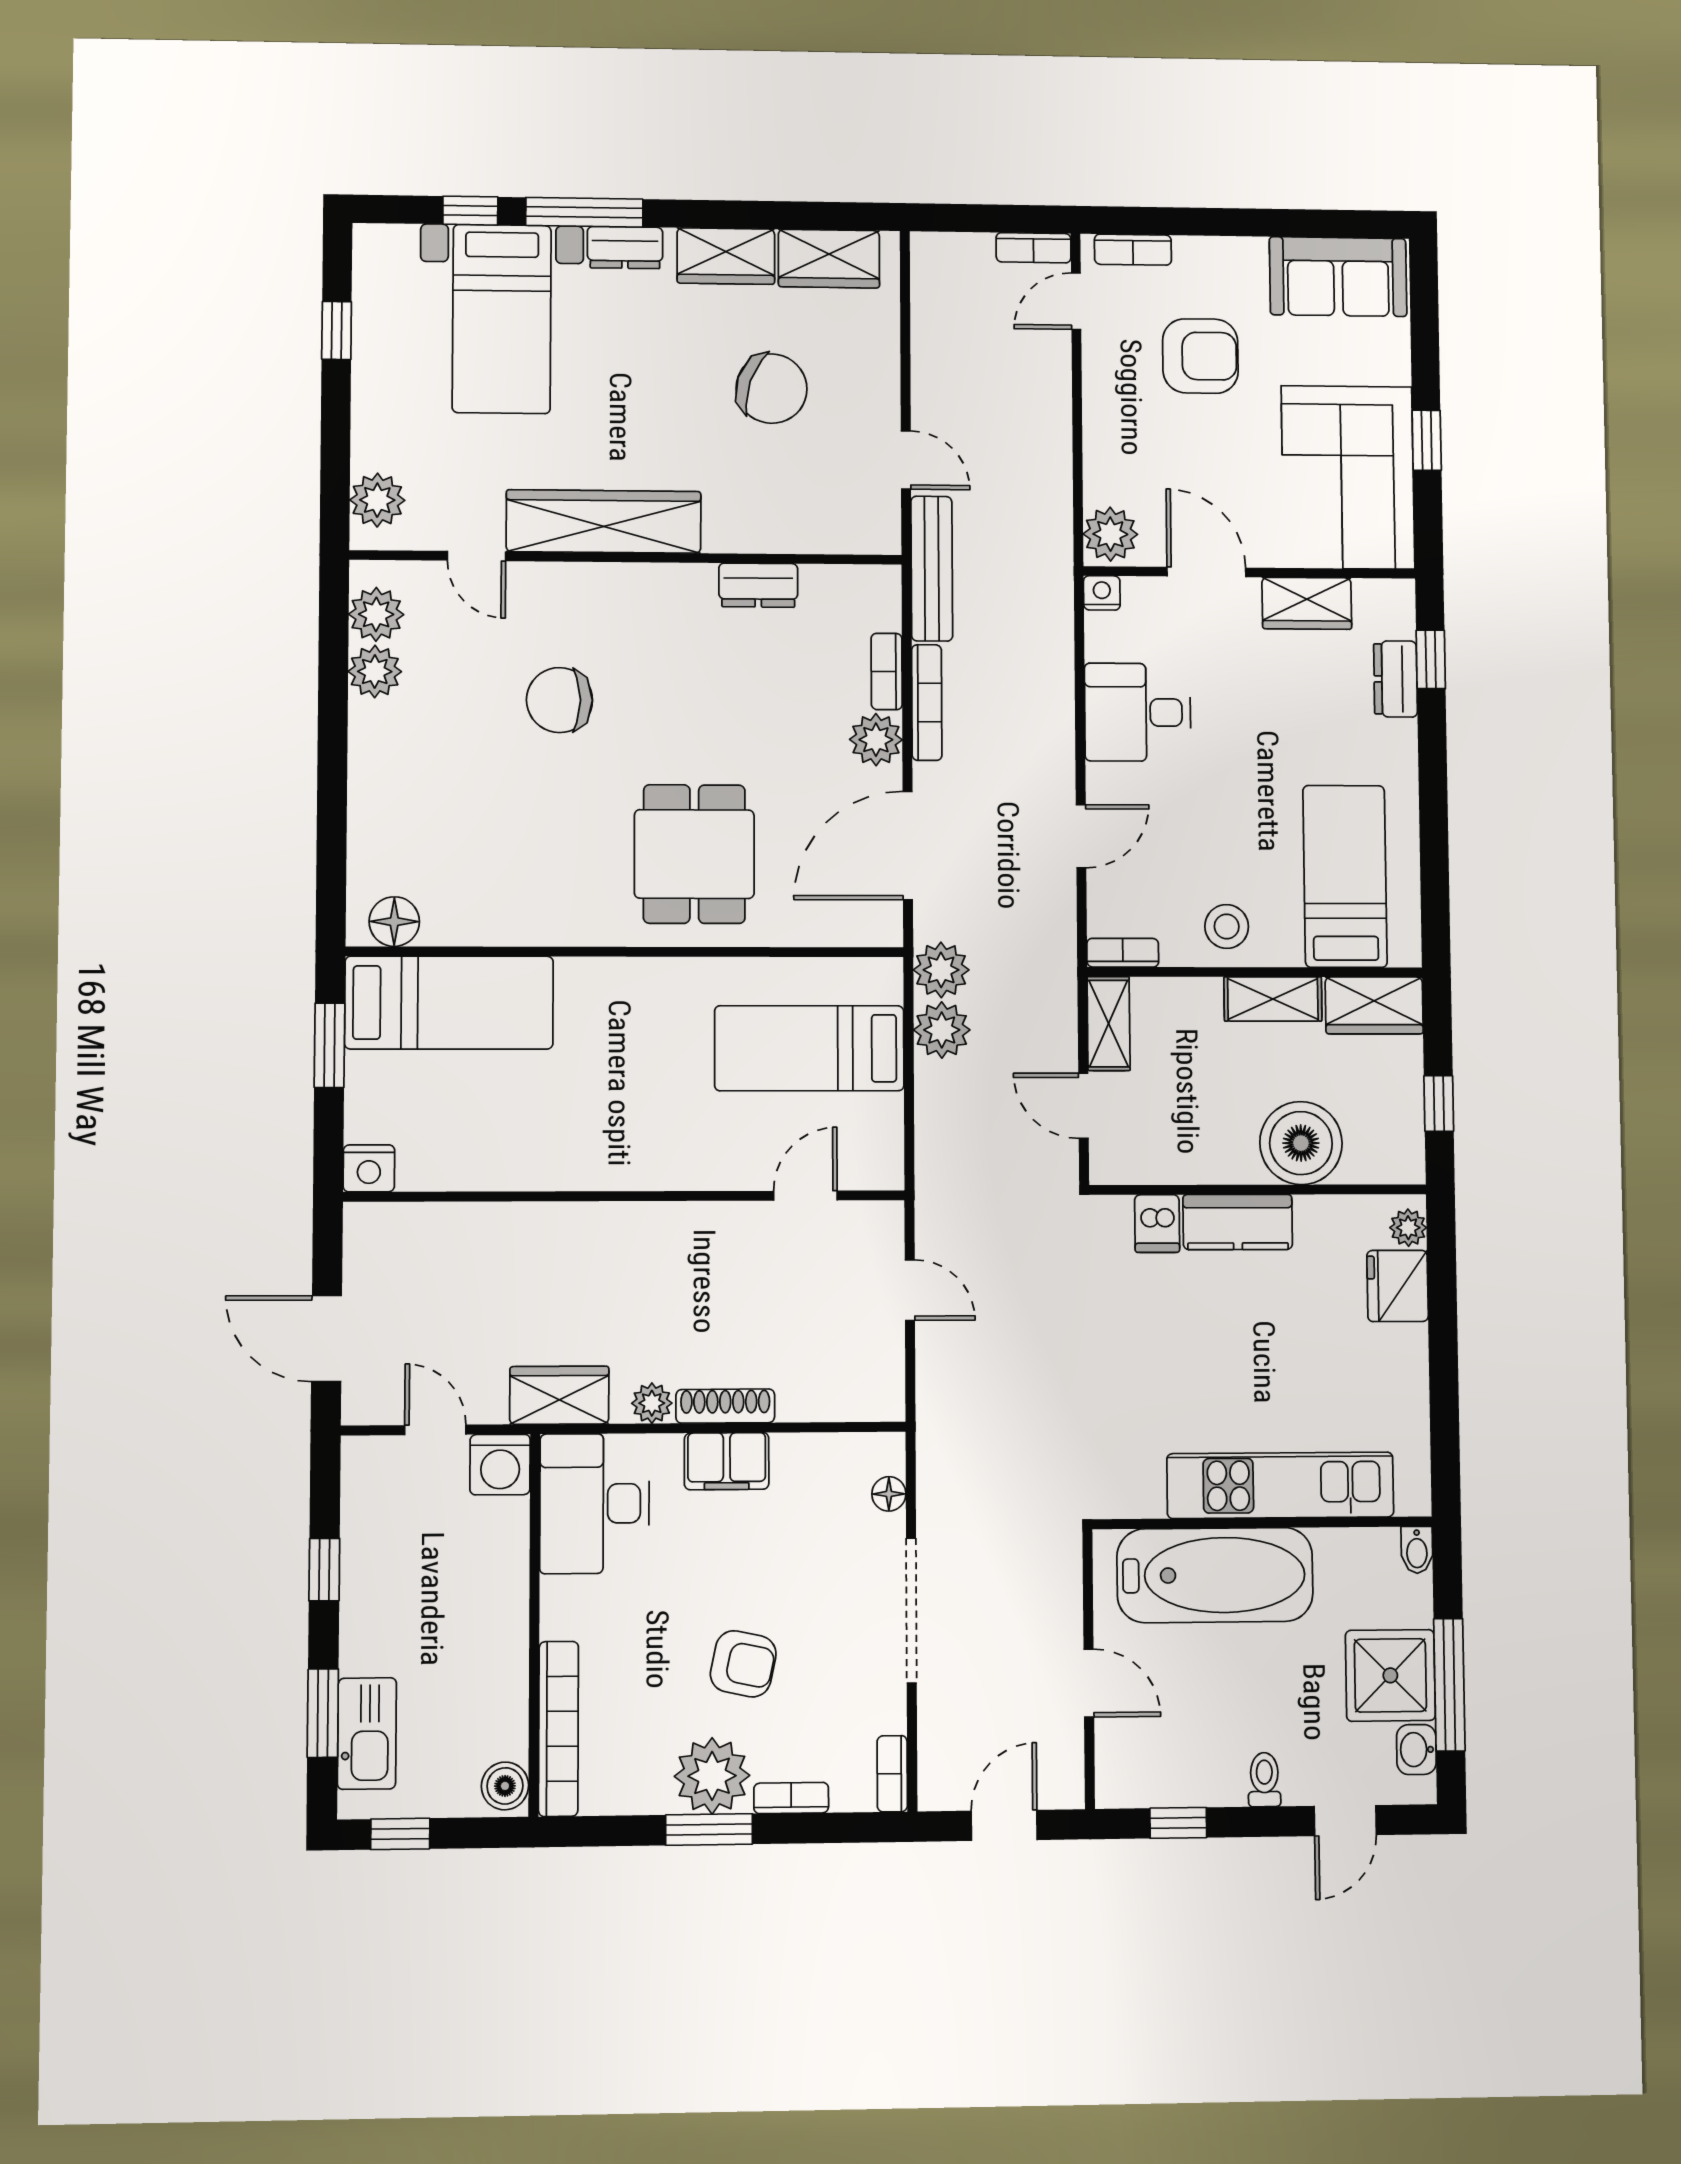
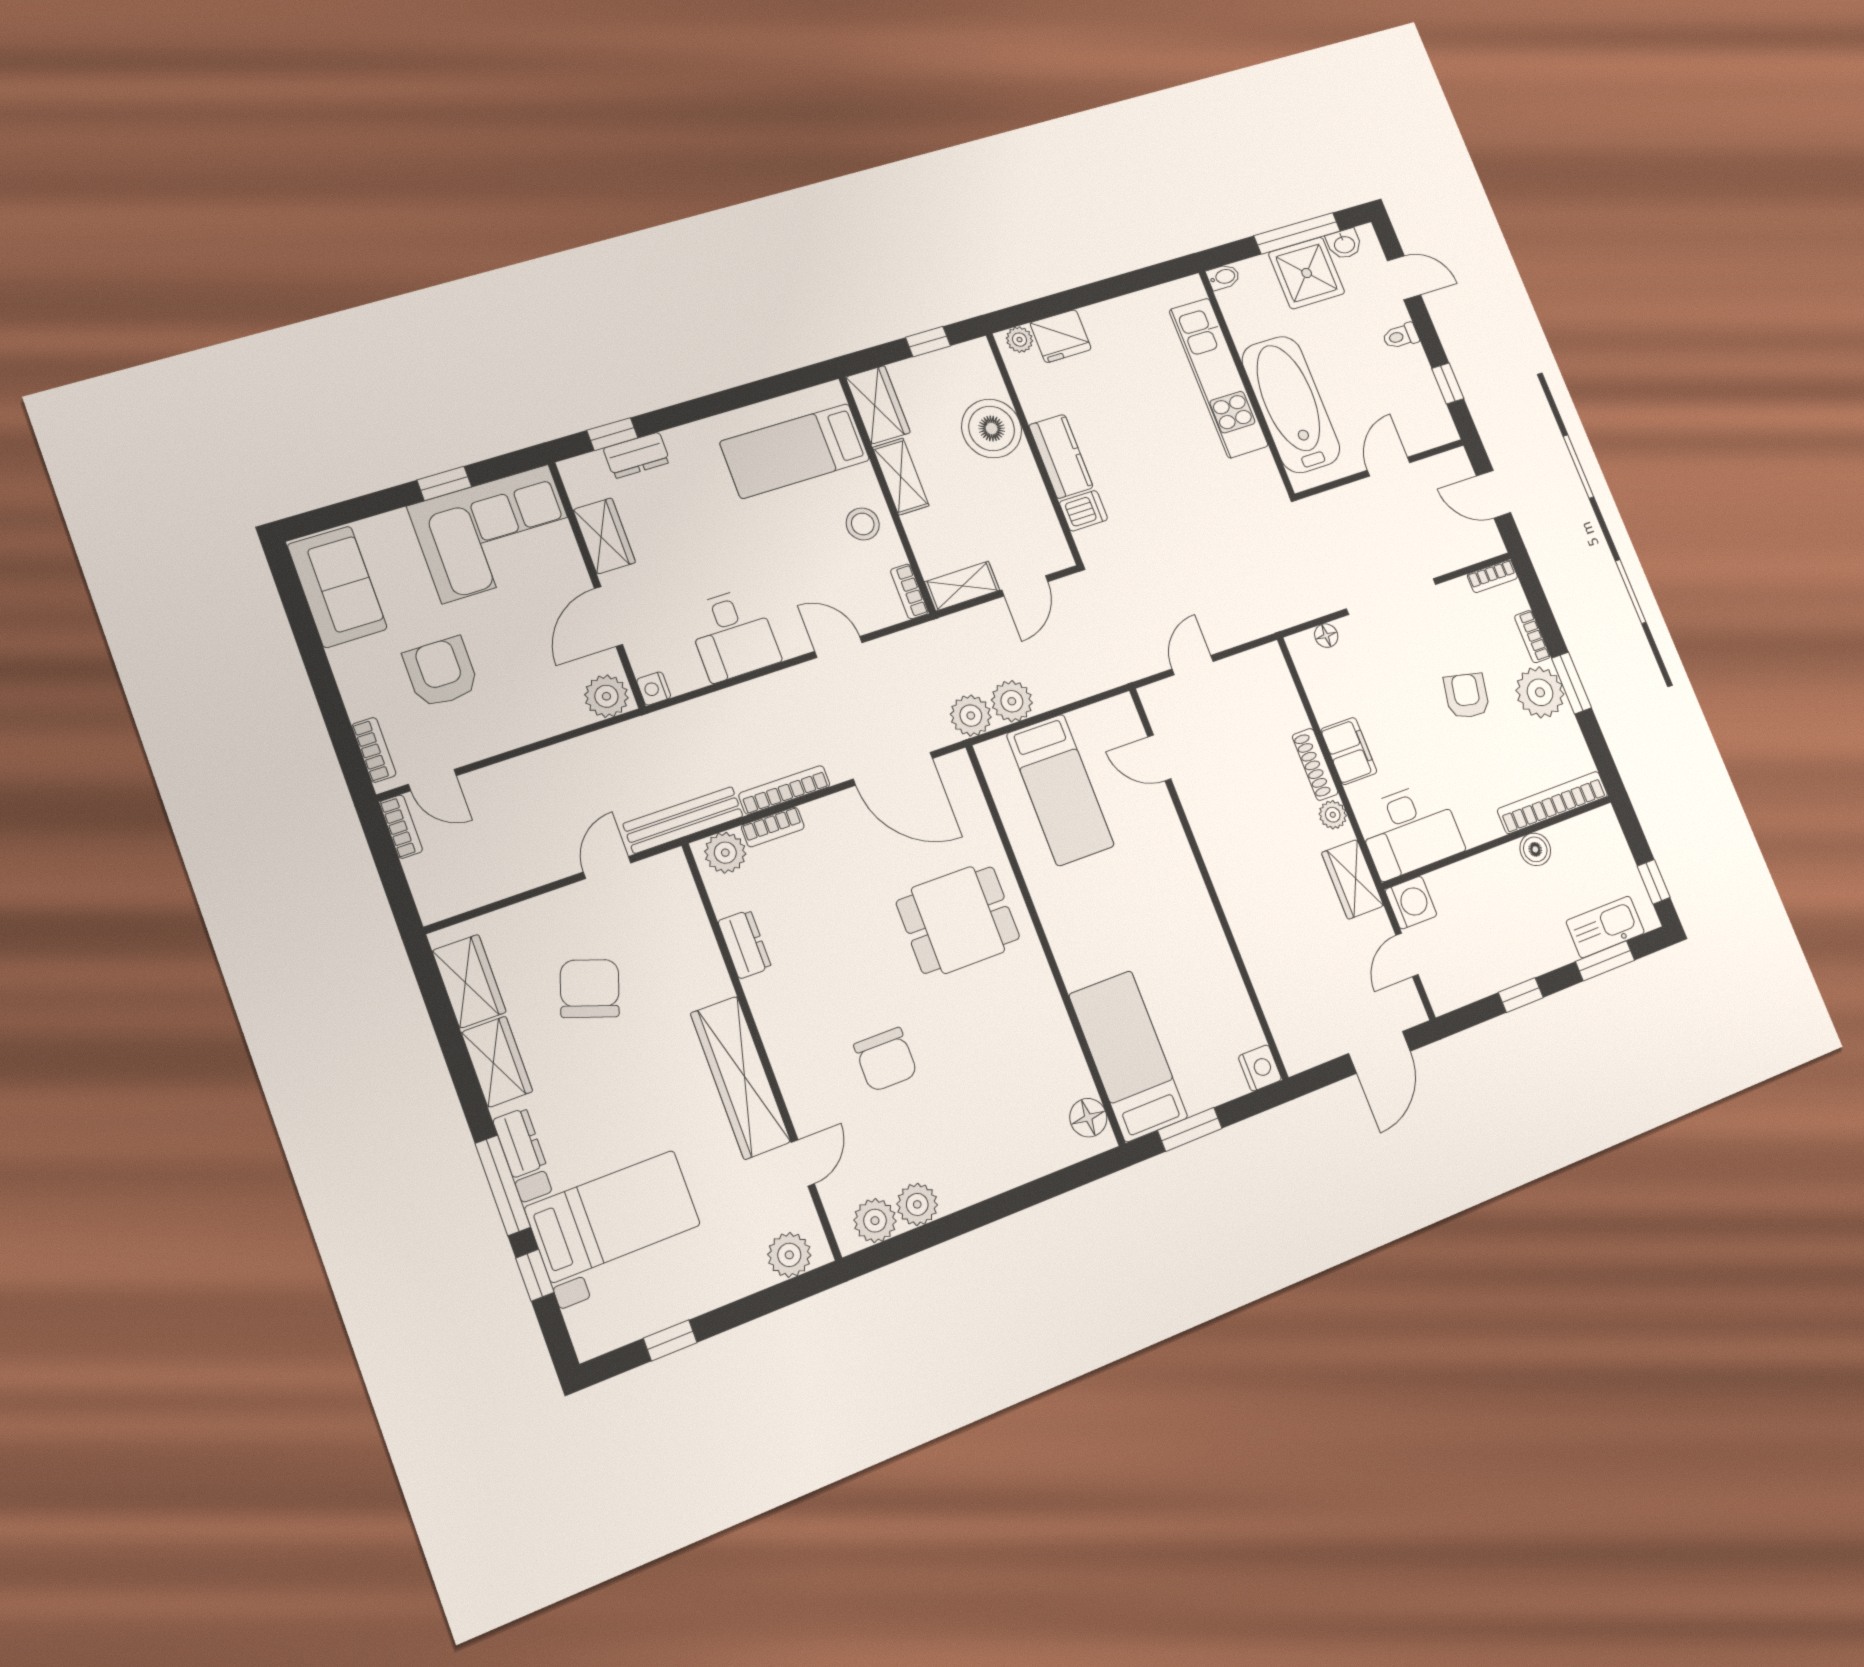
plant: (876, 740) -> (725, 853), moved
boiler: (505, 1786) -> (1535, 849), moved

